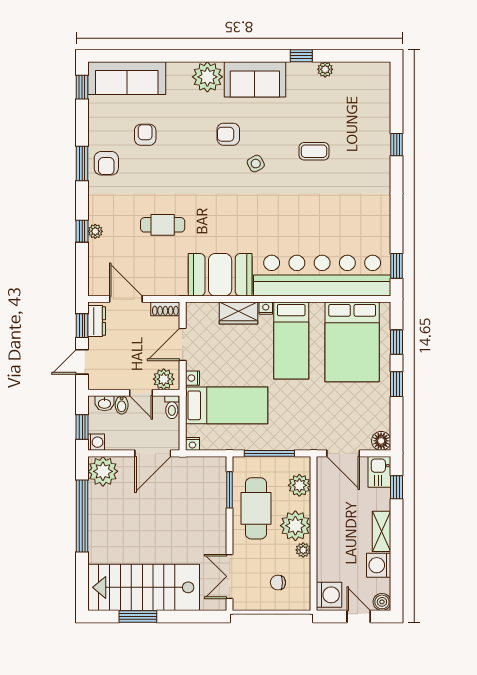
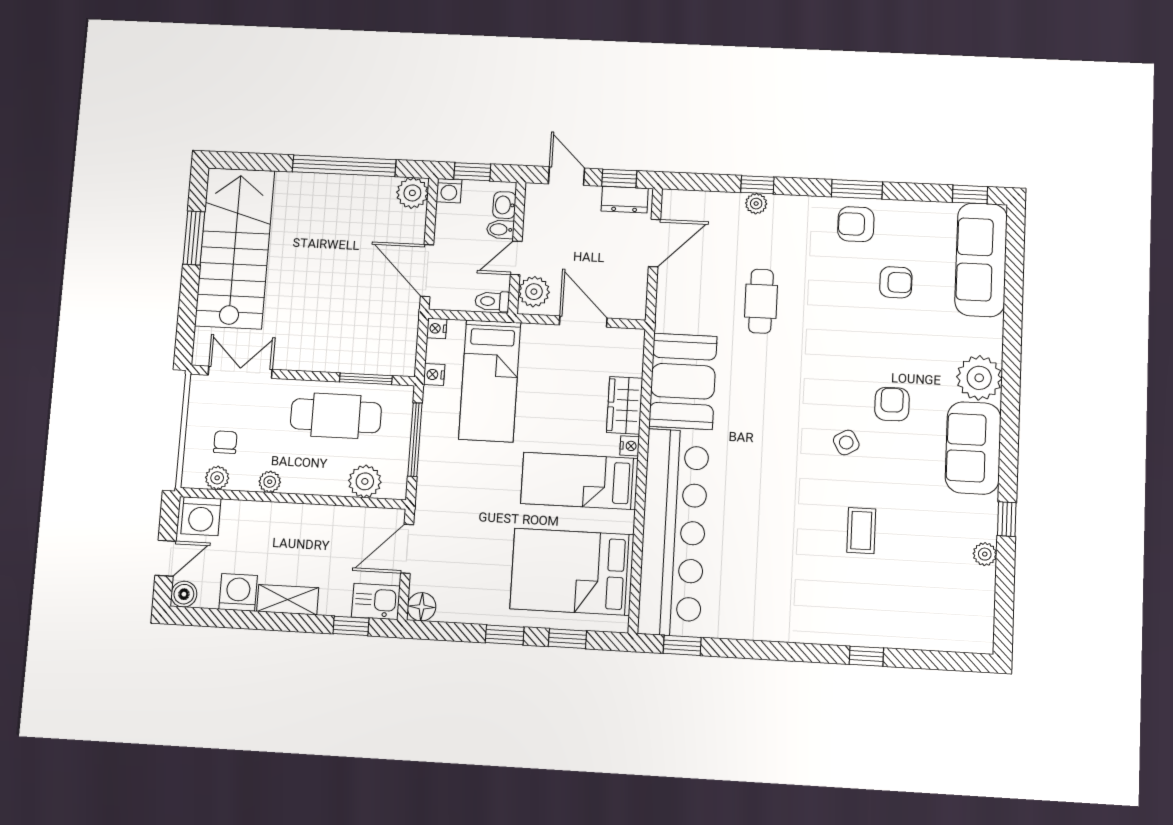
shoe rack: (165, 309) -> (637, 299), removed
nightstand: (192, 378) -> (434, 375), moved, turned -90
plant: (103, 471) -> (412, 193), width x0.73, depth x0.73
plant: (295, 526) -> (217, 478), moved, width x0.53, depth x0.53

